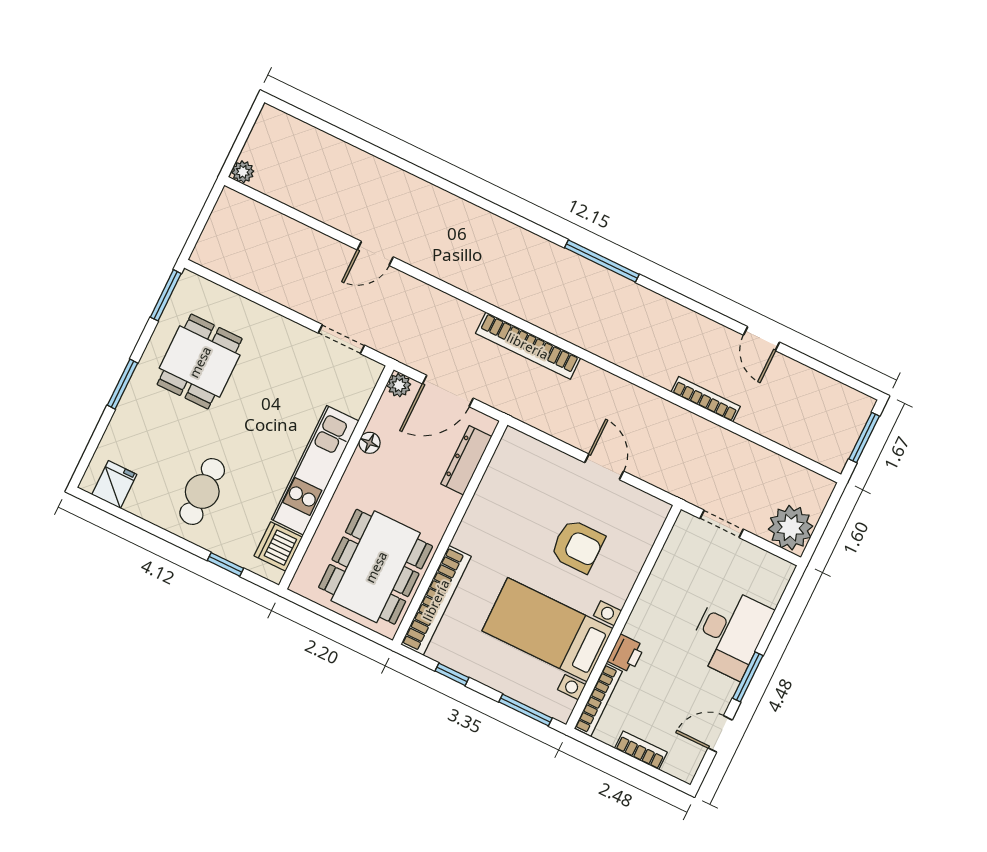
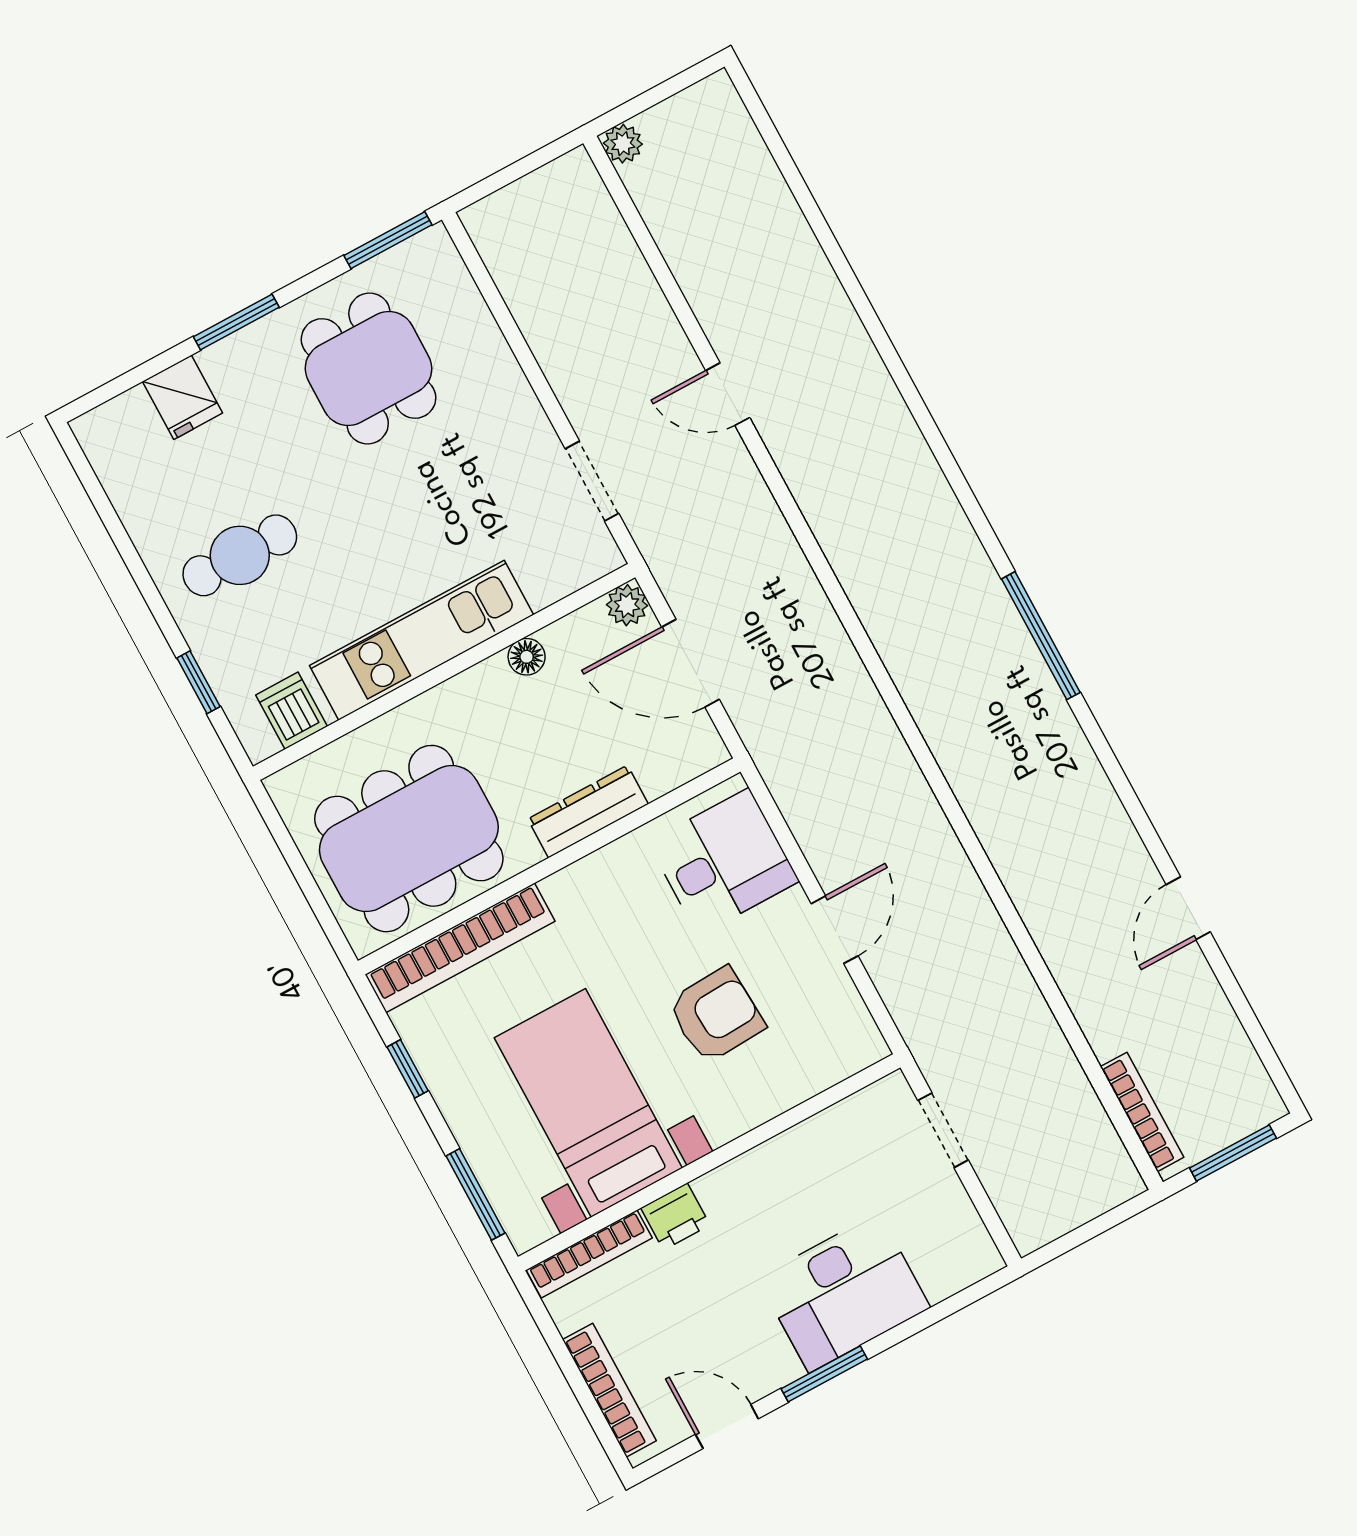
bookcase: (528, 346) -> (850, 681), removed
dining table: (200, 362) -> (369, 369), turned 90
bookcase: (706, 399) -> (1142, 1112), moved
dresser: (466, 460) -> (588, 811), moved
desk: (530, 472) -> (723, 862), added
fridge: (114, 485) -> (183, 397), moved, turned 90
plant: (791, 528) -> (1037, 1206), removed
dishwasher: (278, 546) -> (292, 711), width x0.73
armchair: (577, 546) -> (716, 1015), turned -93
bookcase: (641, 750) -> (609, 1390), width x1.56

